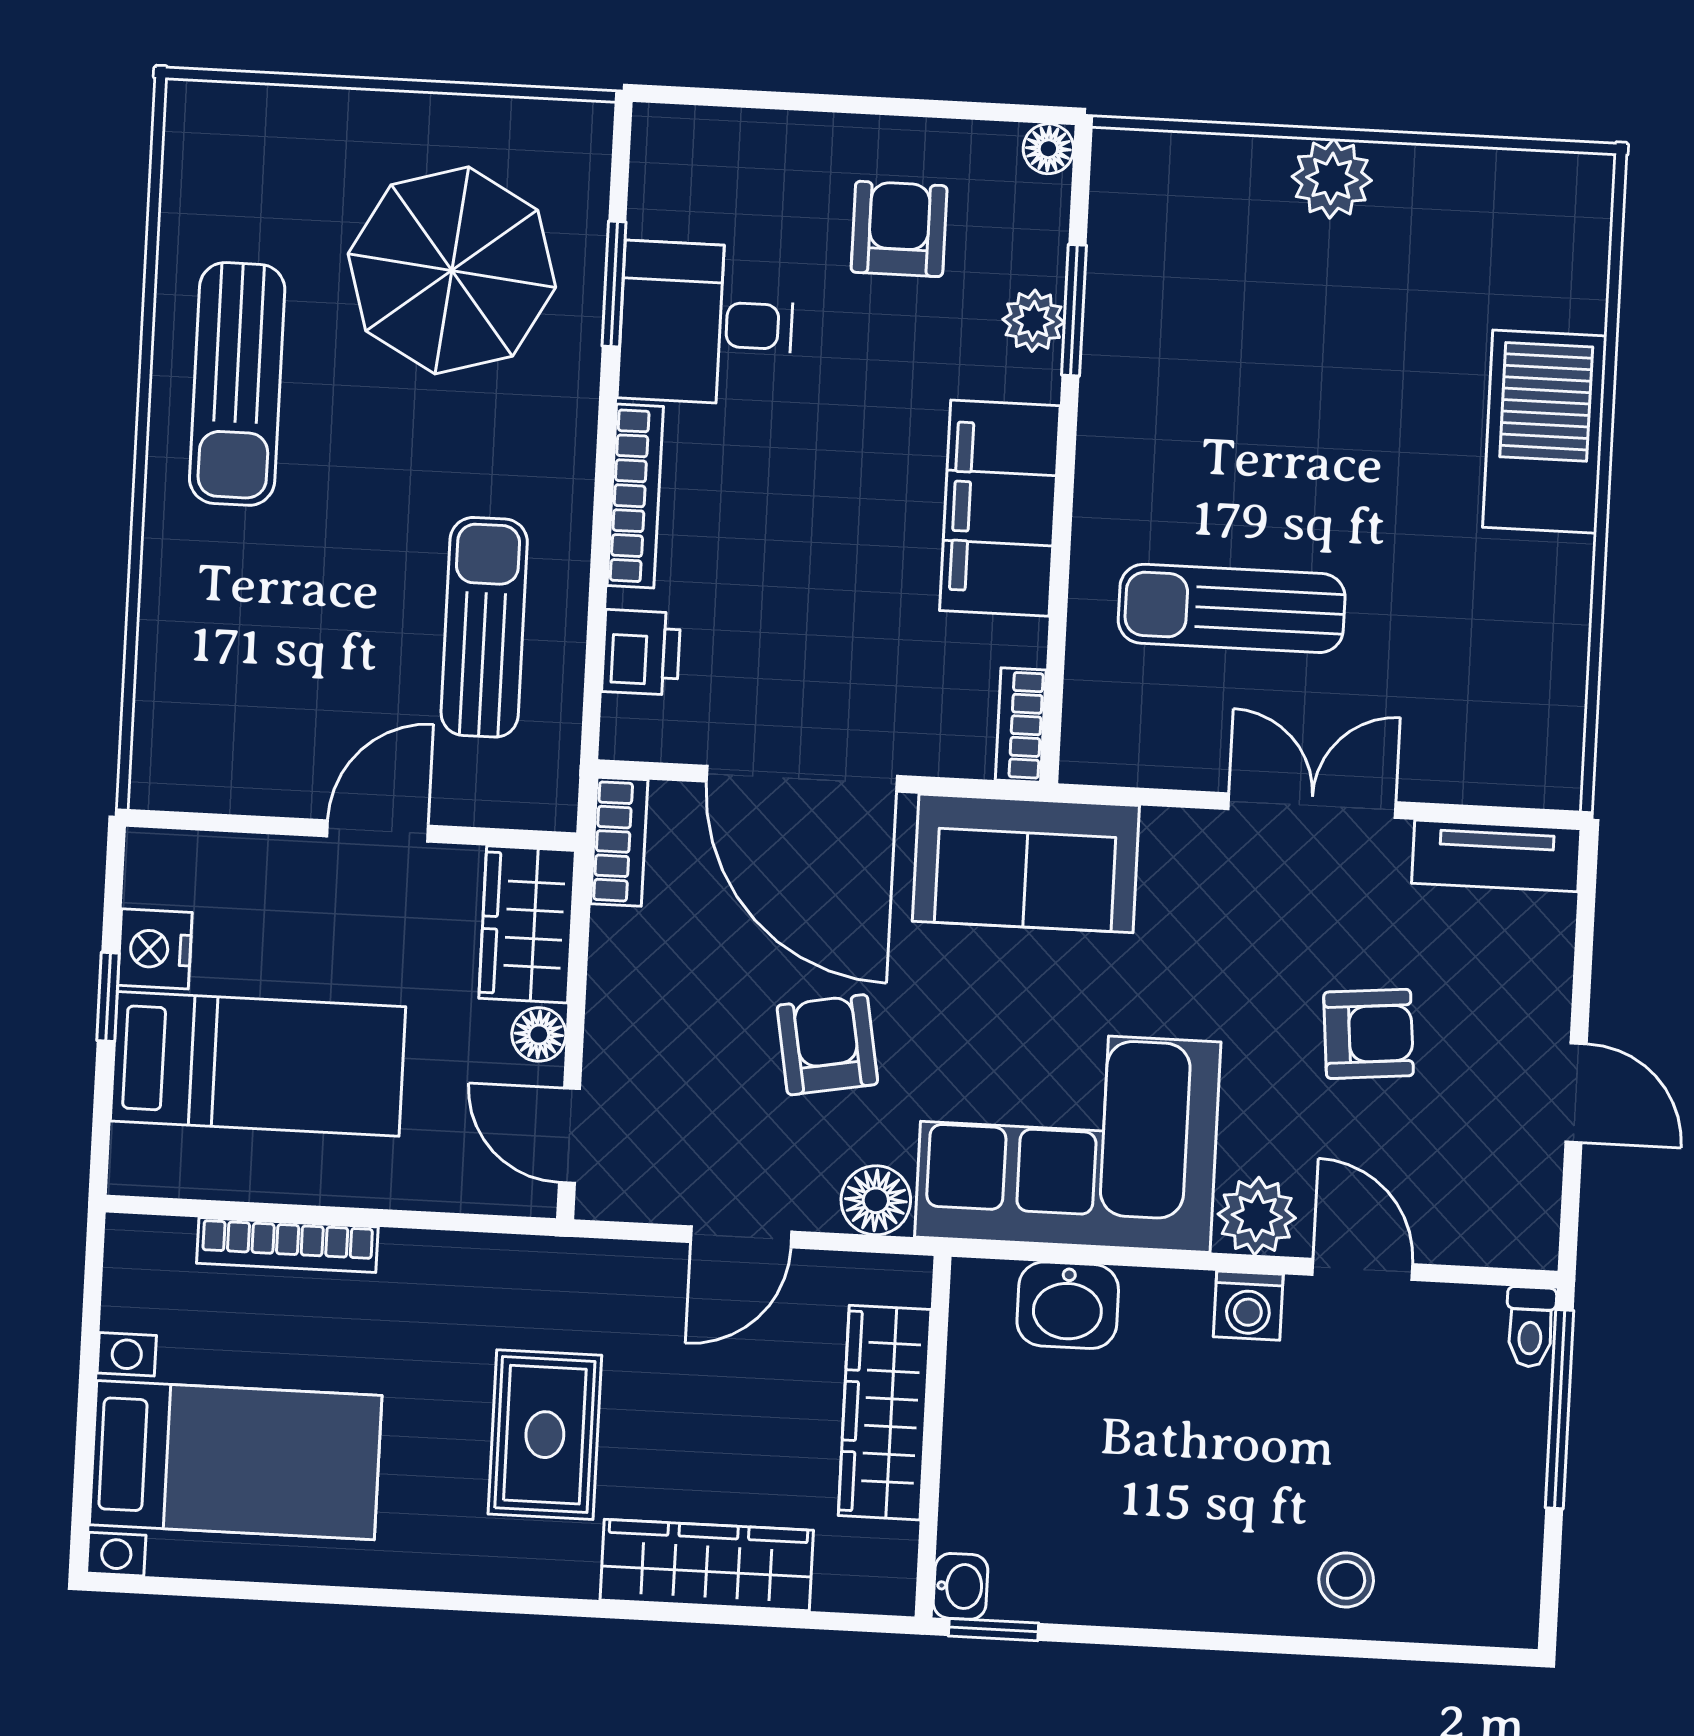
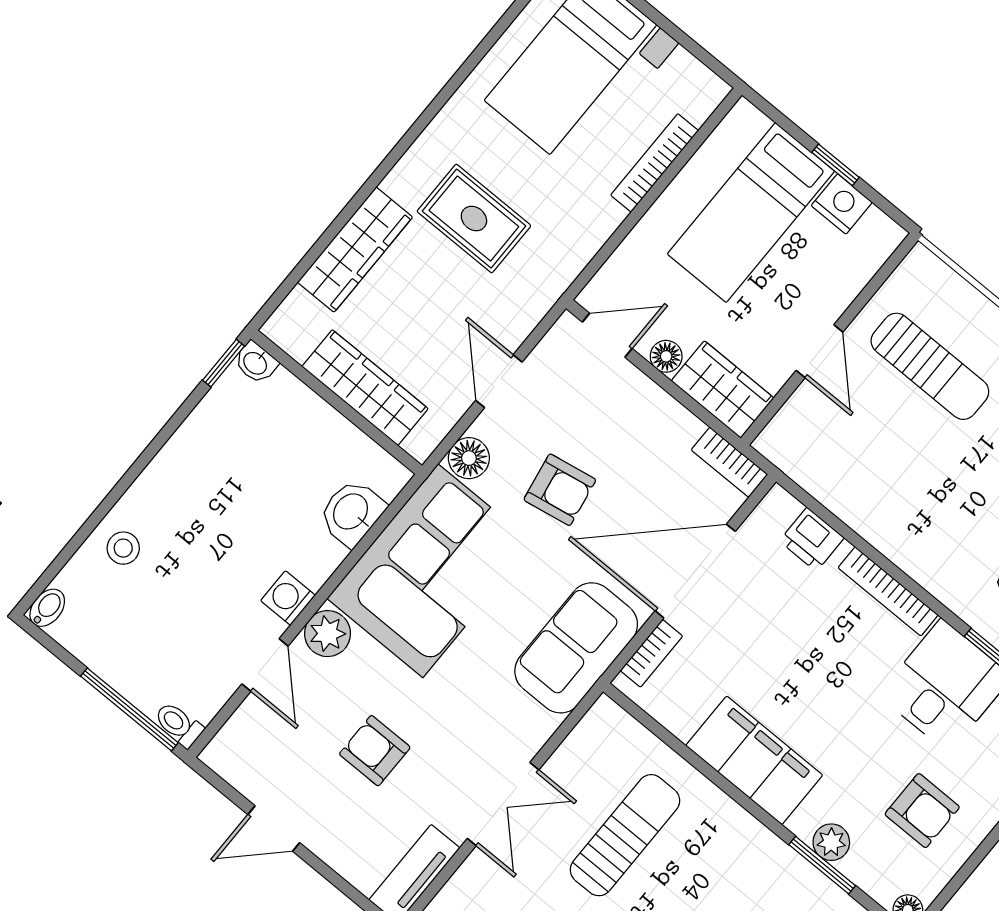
sun lounger: (484, 627) -> (930, 366), moved
bookcase: (1021, 725) -> (651, 653), moved, turned 90
armchair: (1369, 1034) -> (375, 751), turned 95
door: (1363, 1269) -> (265, 665), hinge flipped
bidet: (1504, 1623) -> (47, 608), added

